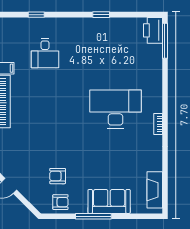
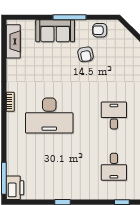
desk: (45, 53) -> (114, 167), turned 180
desk: (45, 109) -> (114, 116), added
armchair: (58, 176) -> (86, 54), moved, turned 79

